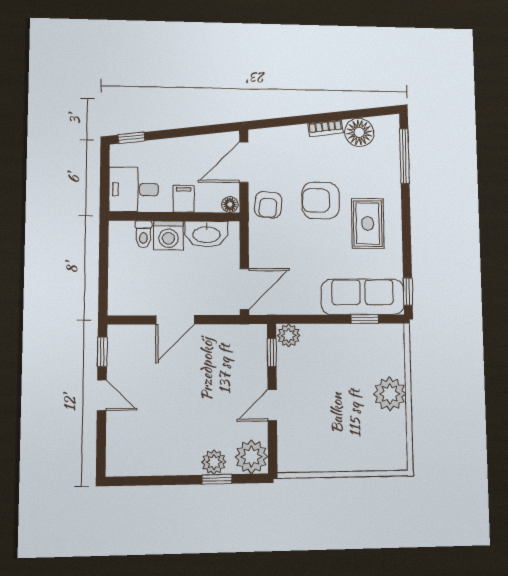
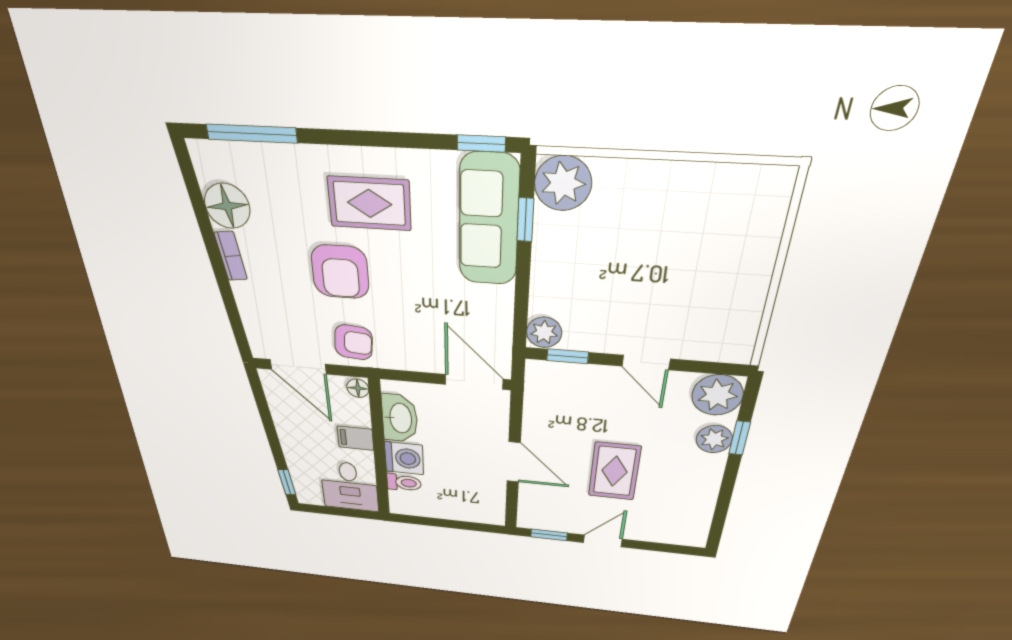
plant: (390, 394) -> (563, 183), moved
rug: (176, 396) -> (615, 471), added

